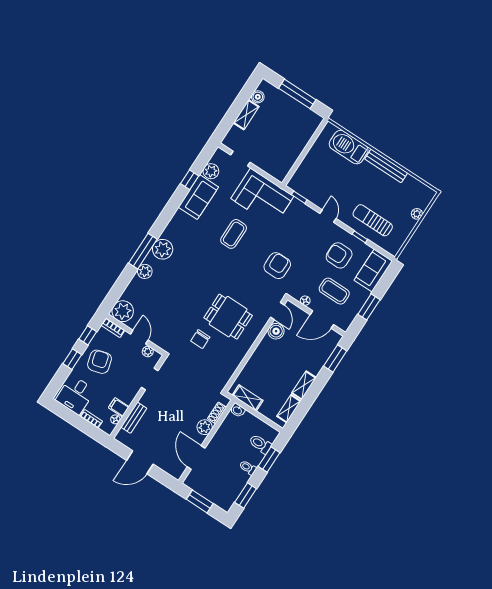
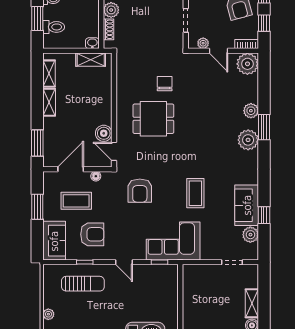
corner sofa: (262, 197) -> (173, 241), moved
window: (143, 251) -> (264, 127), width x0.69

